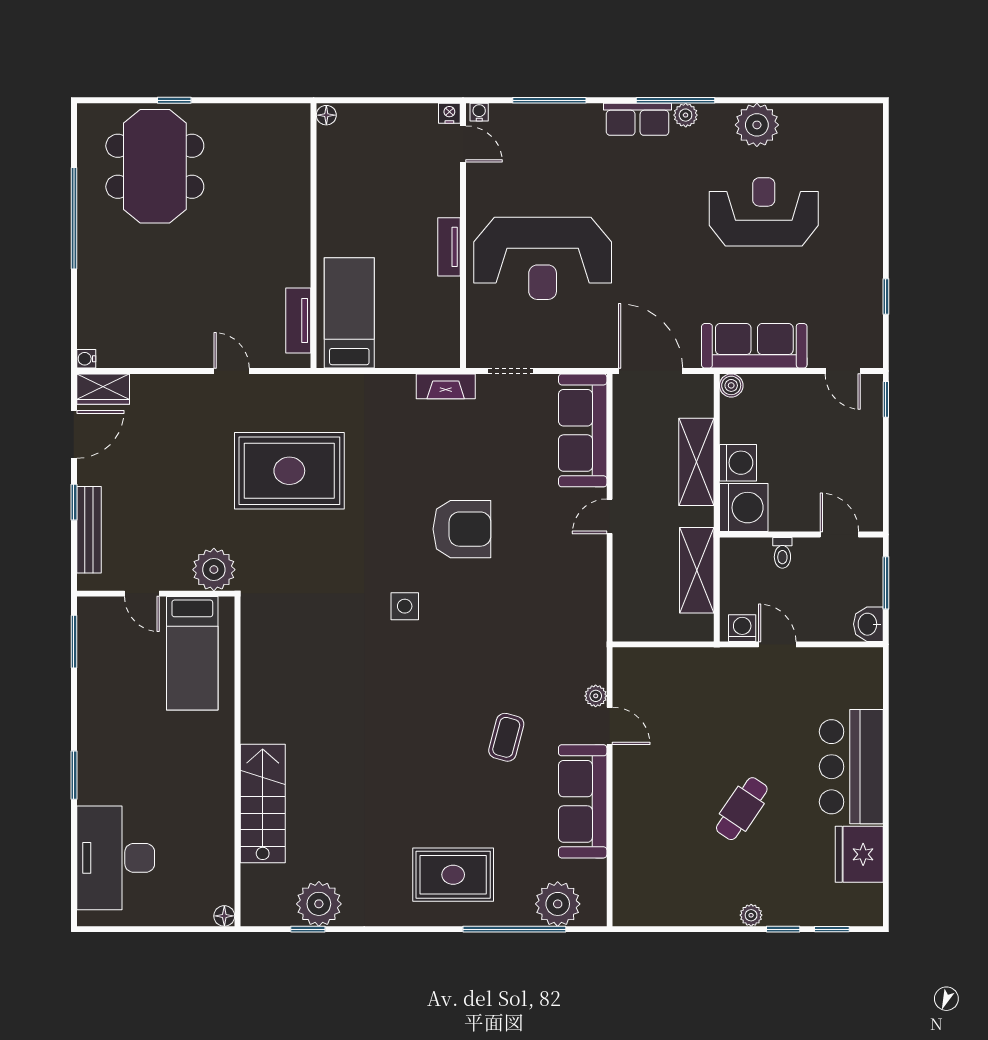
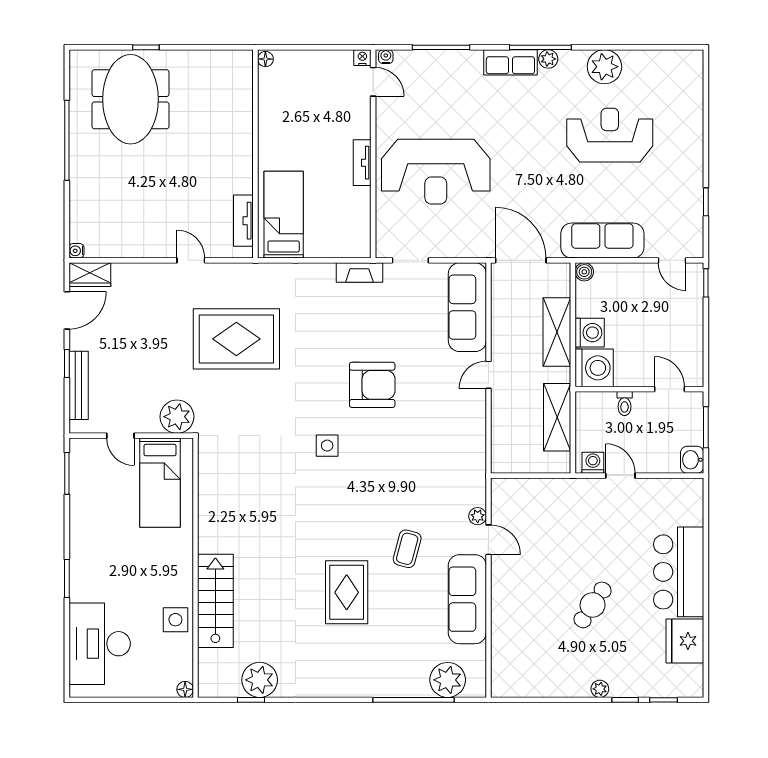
side table: (212, 827) -> (175, 620), added
rug: (453, 875) -> (347, 592), moved, turned 90

